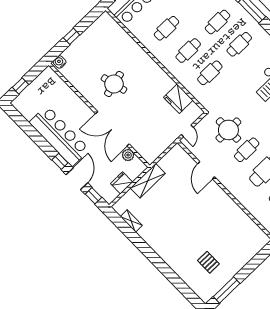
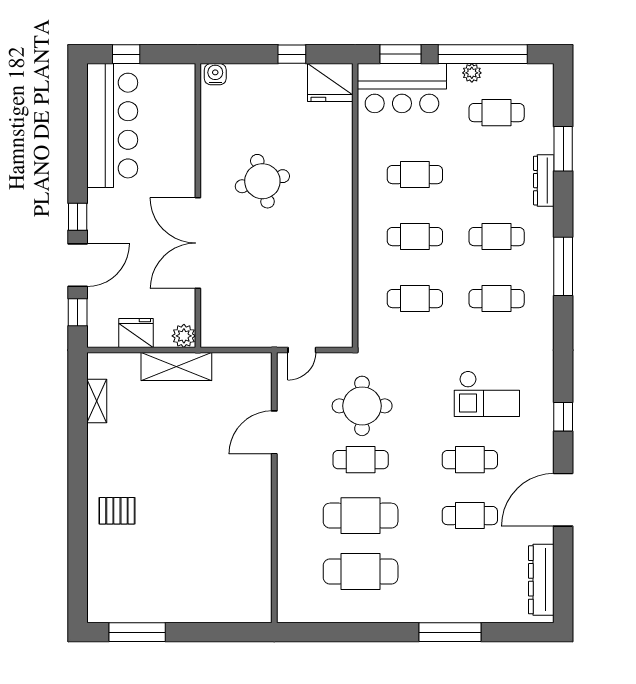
window: (72, 36) -> (292, 54), moved
fridge: (178, 99) -> (330, 83), moved, turned -90
bar counter: (59, 136) -> (112, 126), moved
plant: (128, 155) -> (184, 336), moved
pallet: (208, 262) -> (117, 511), moved, turned 90

